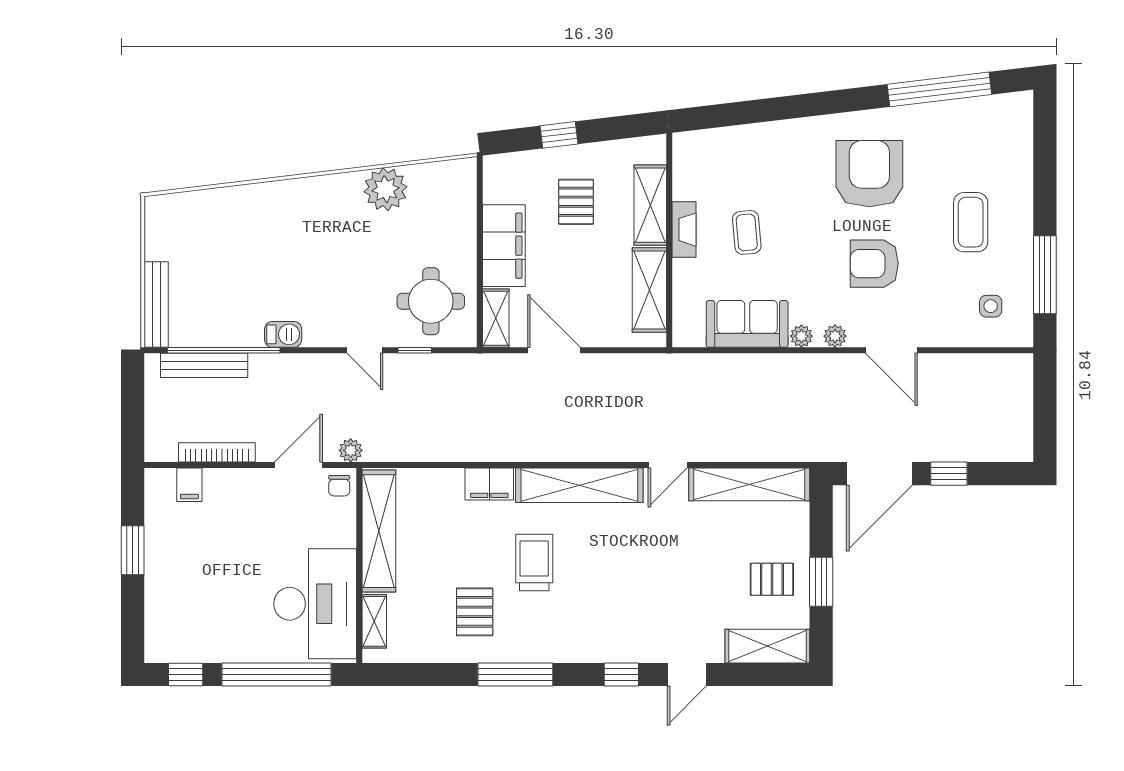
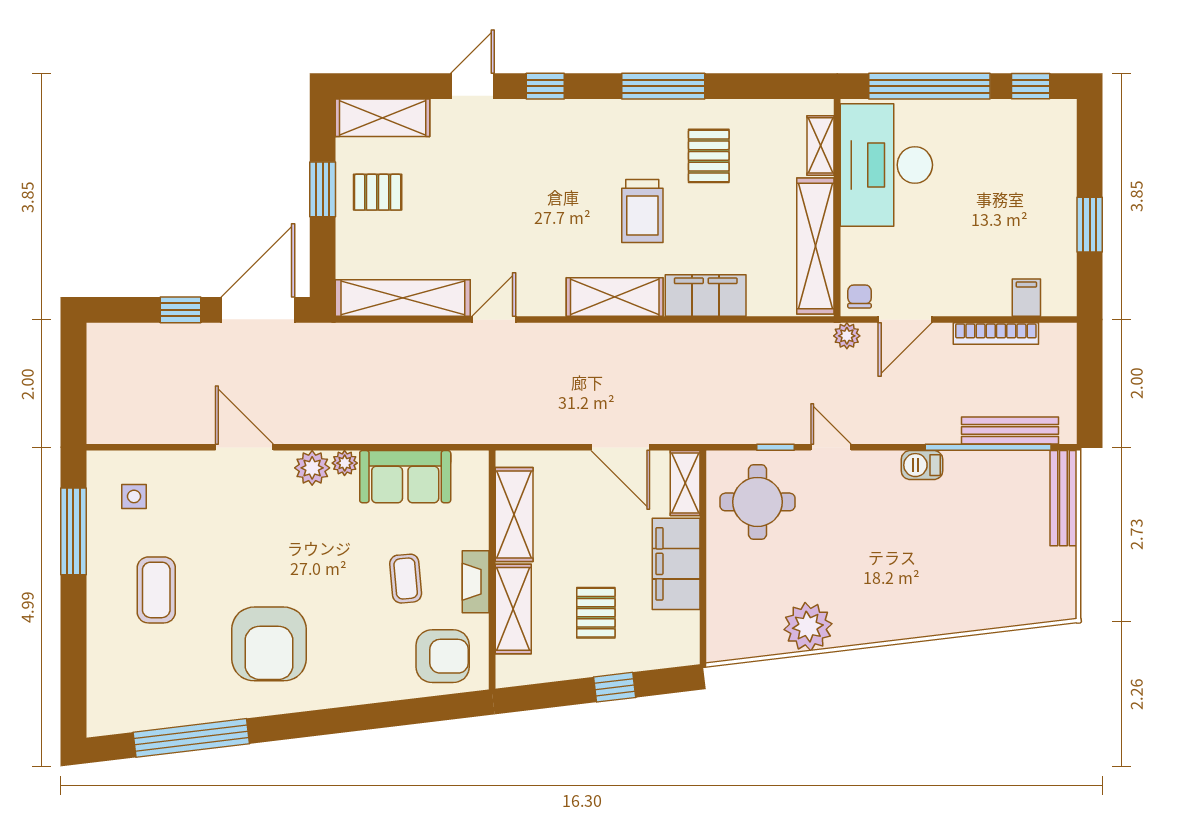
armchair: (874, 264) -> (443, 656), moved
plant: (835, 336) -> (312, 468), width x1.38, depth x1.38
filing cabinet: (489, 484) -> (706, 295), width x1.50, depth x1.17
shelving: (579, 485) -> (615, 297), width x0.68

